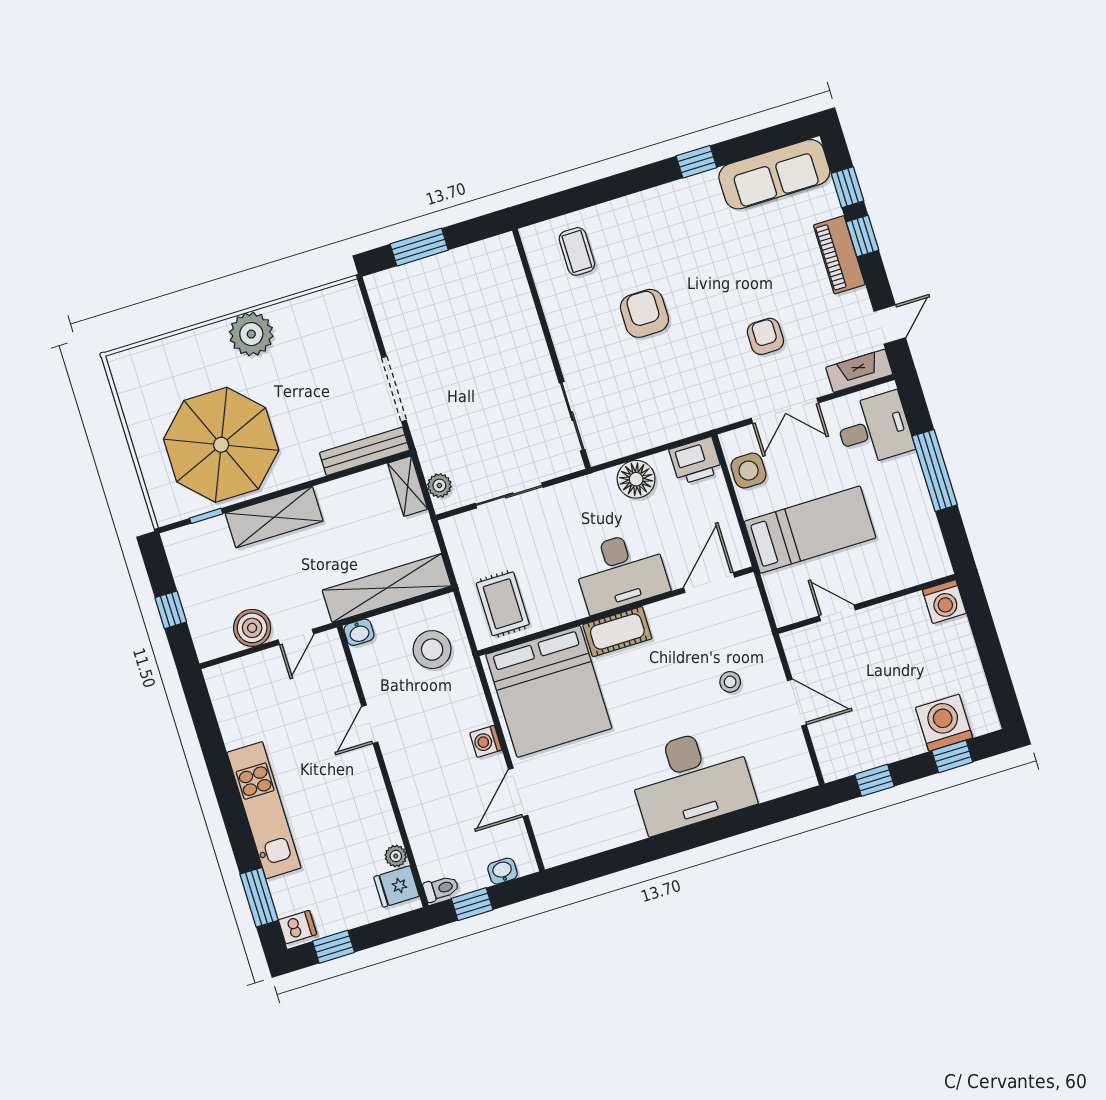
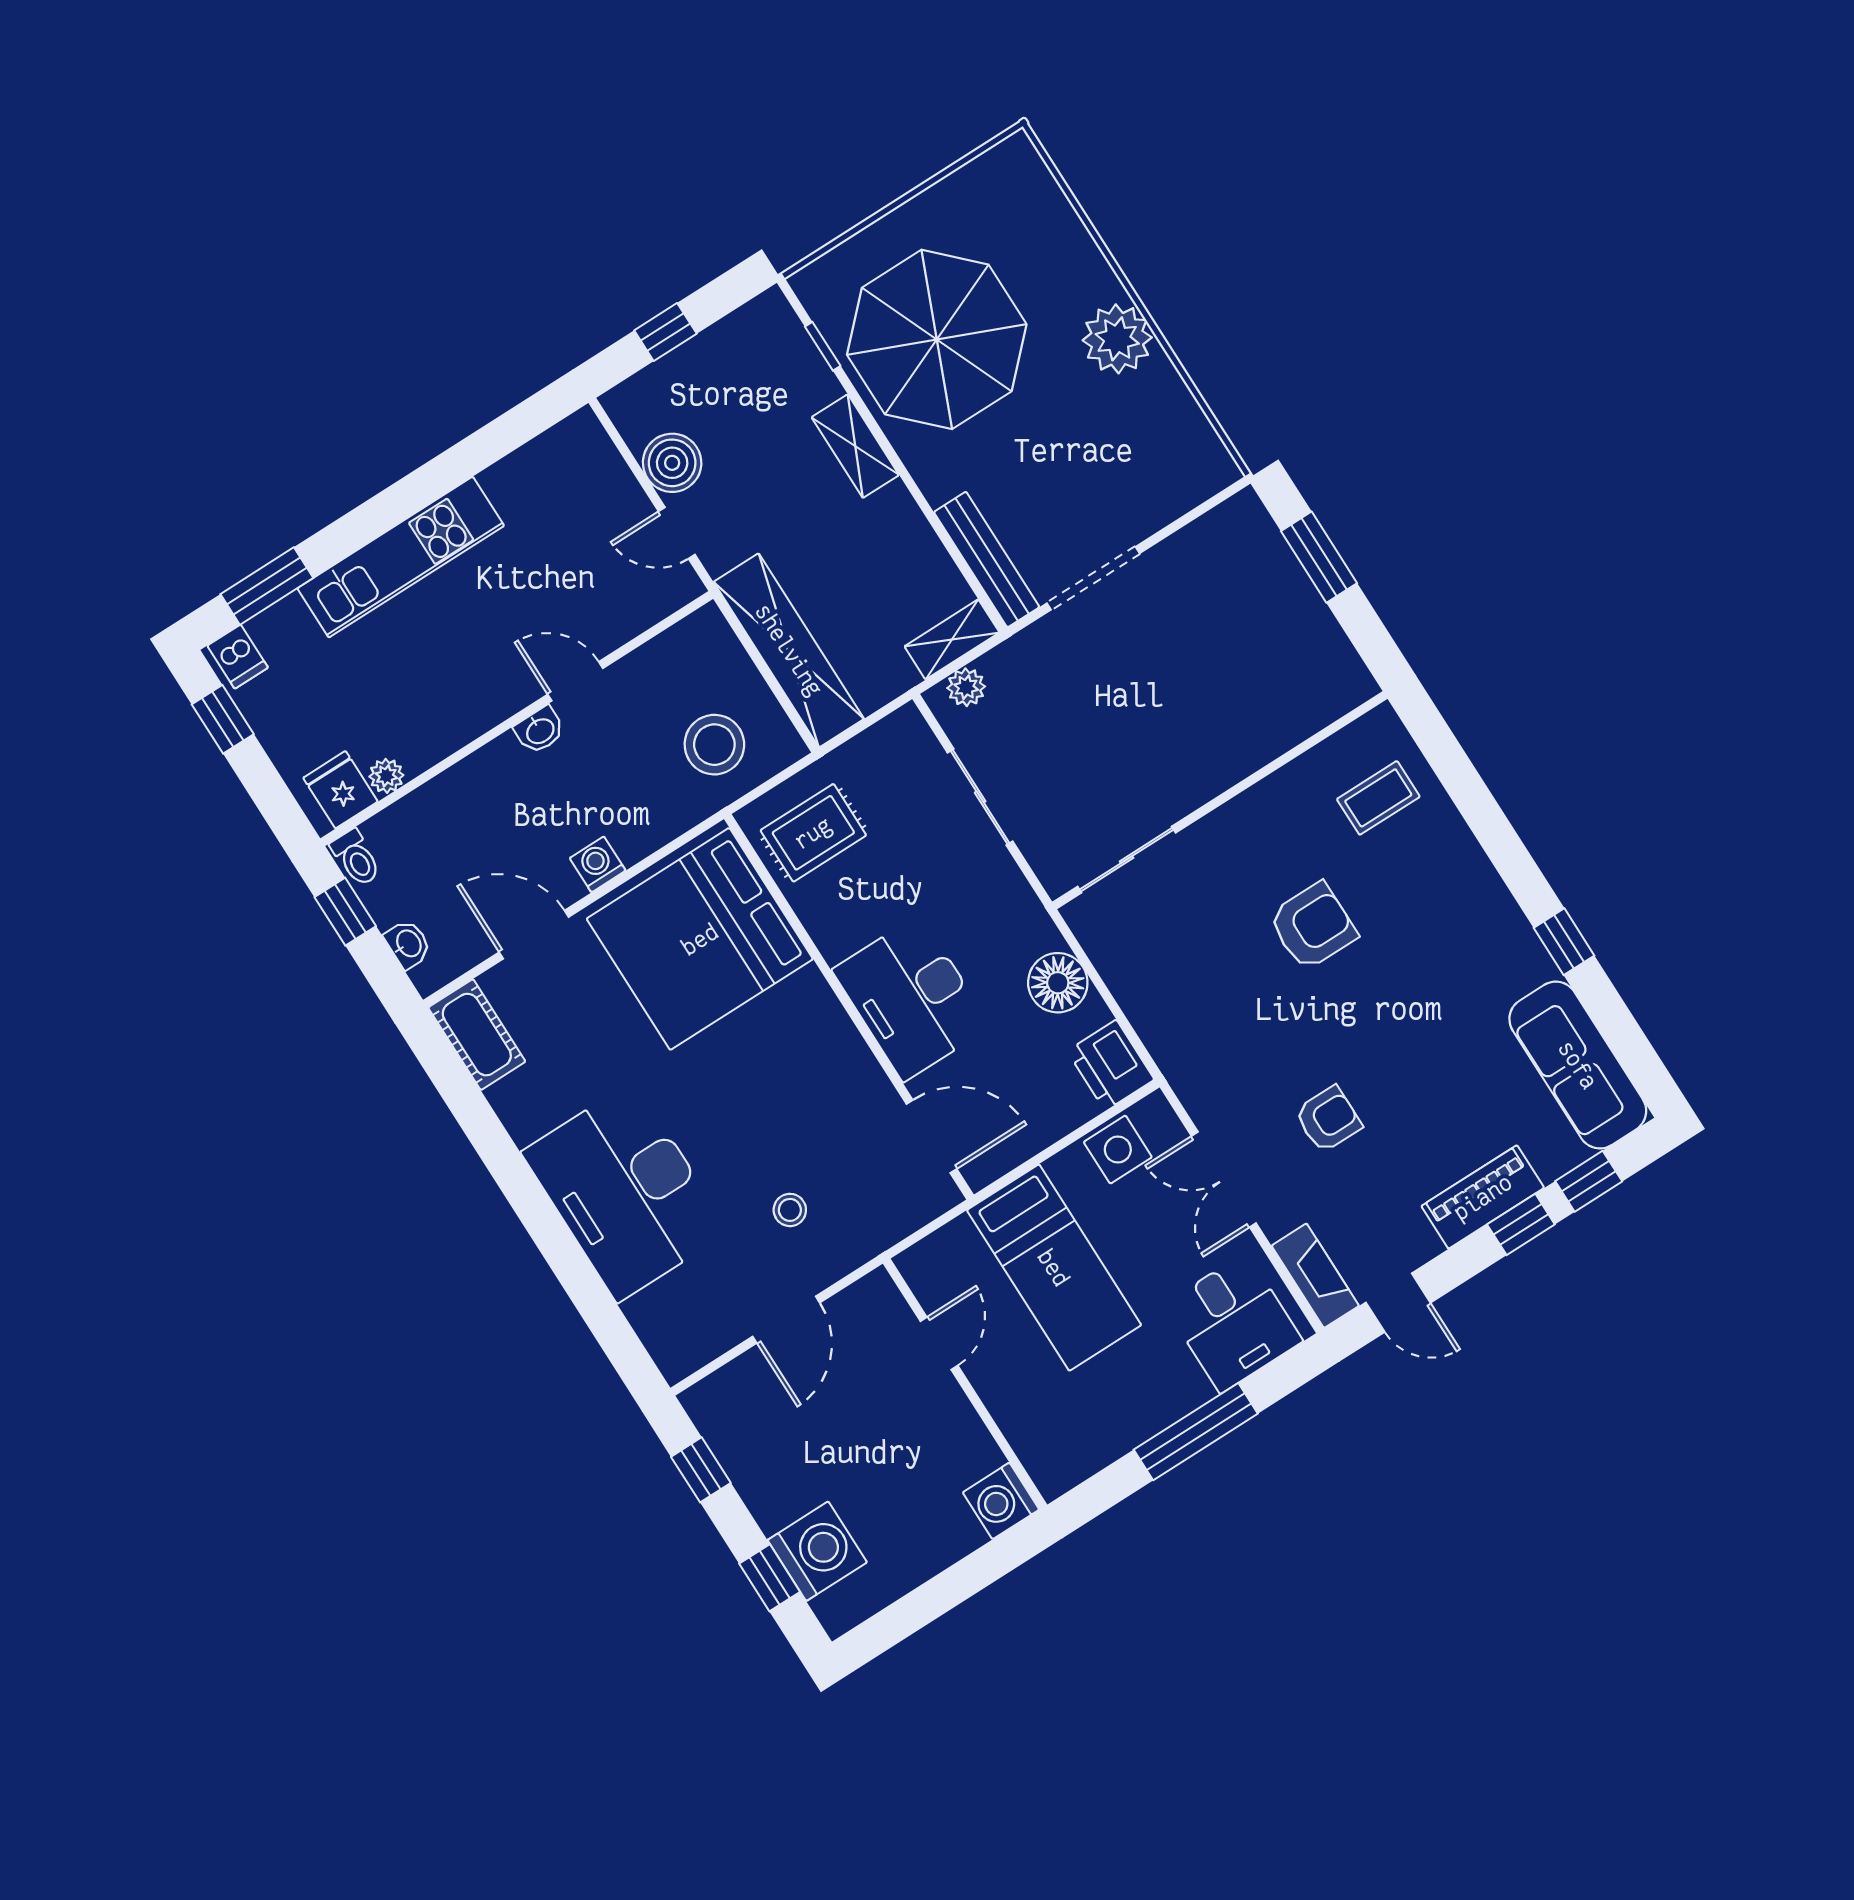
shelving: (274, 517) -> (855, 446), width x0.67, depth x0.75
washbasin: (359, 632) -> (540, 730), moved, turned -90
cot: (617, 632) -> (477, 1035), moved

